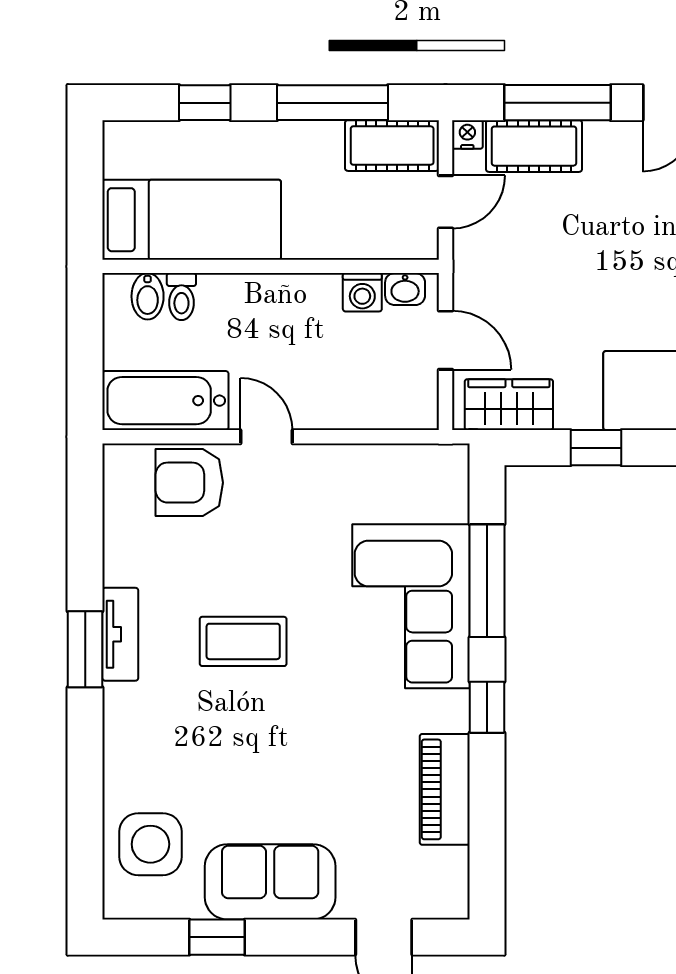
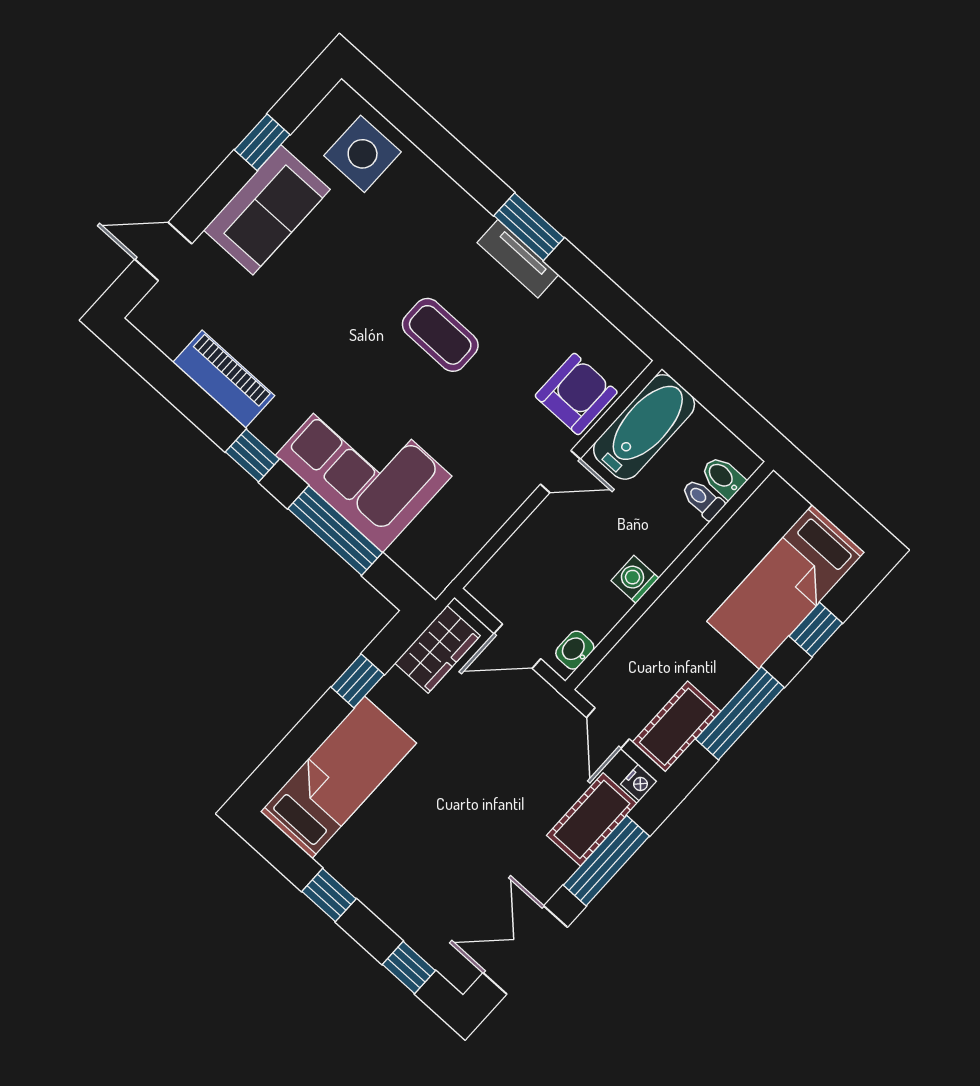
bed: (192, 220) -> (786, 587), moved
washing machine: (362, 292) -> (635, 579), moved
coffee table: (243, 641) -> (440, 335), turned 90

